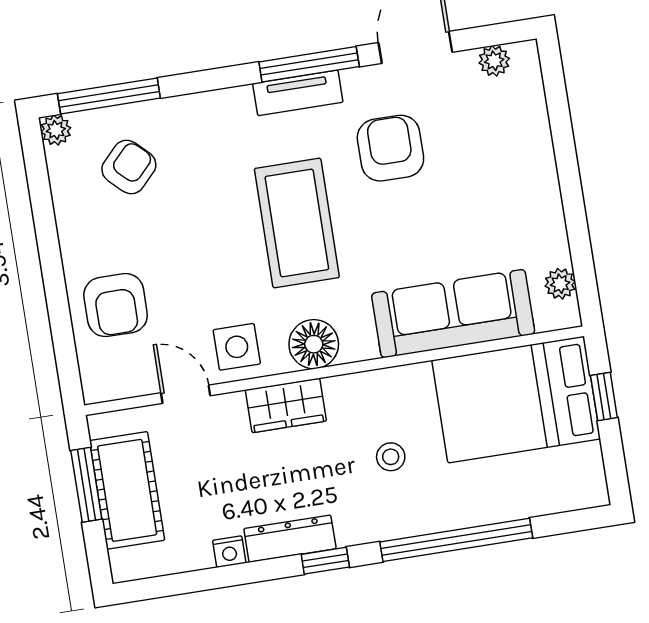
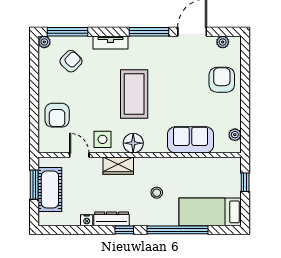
tv unit: (298, 93) -> (110, 42), moved
armchair: (390, 148) -> (222, 80), moved
sofa: (453, 314) -> (190, 140), width x0.73
bed: (516, 400) -> (210, 212), moved, width x0.67

